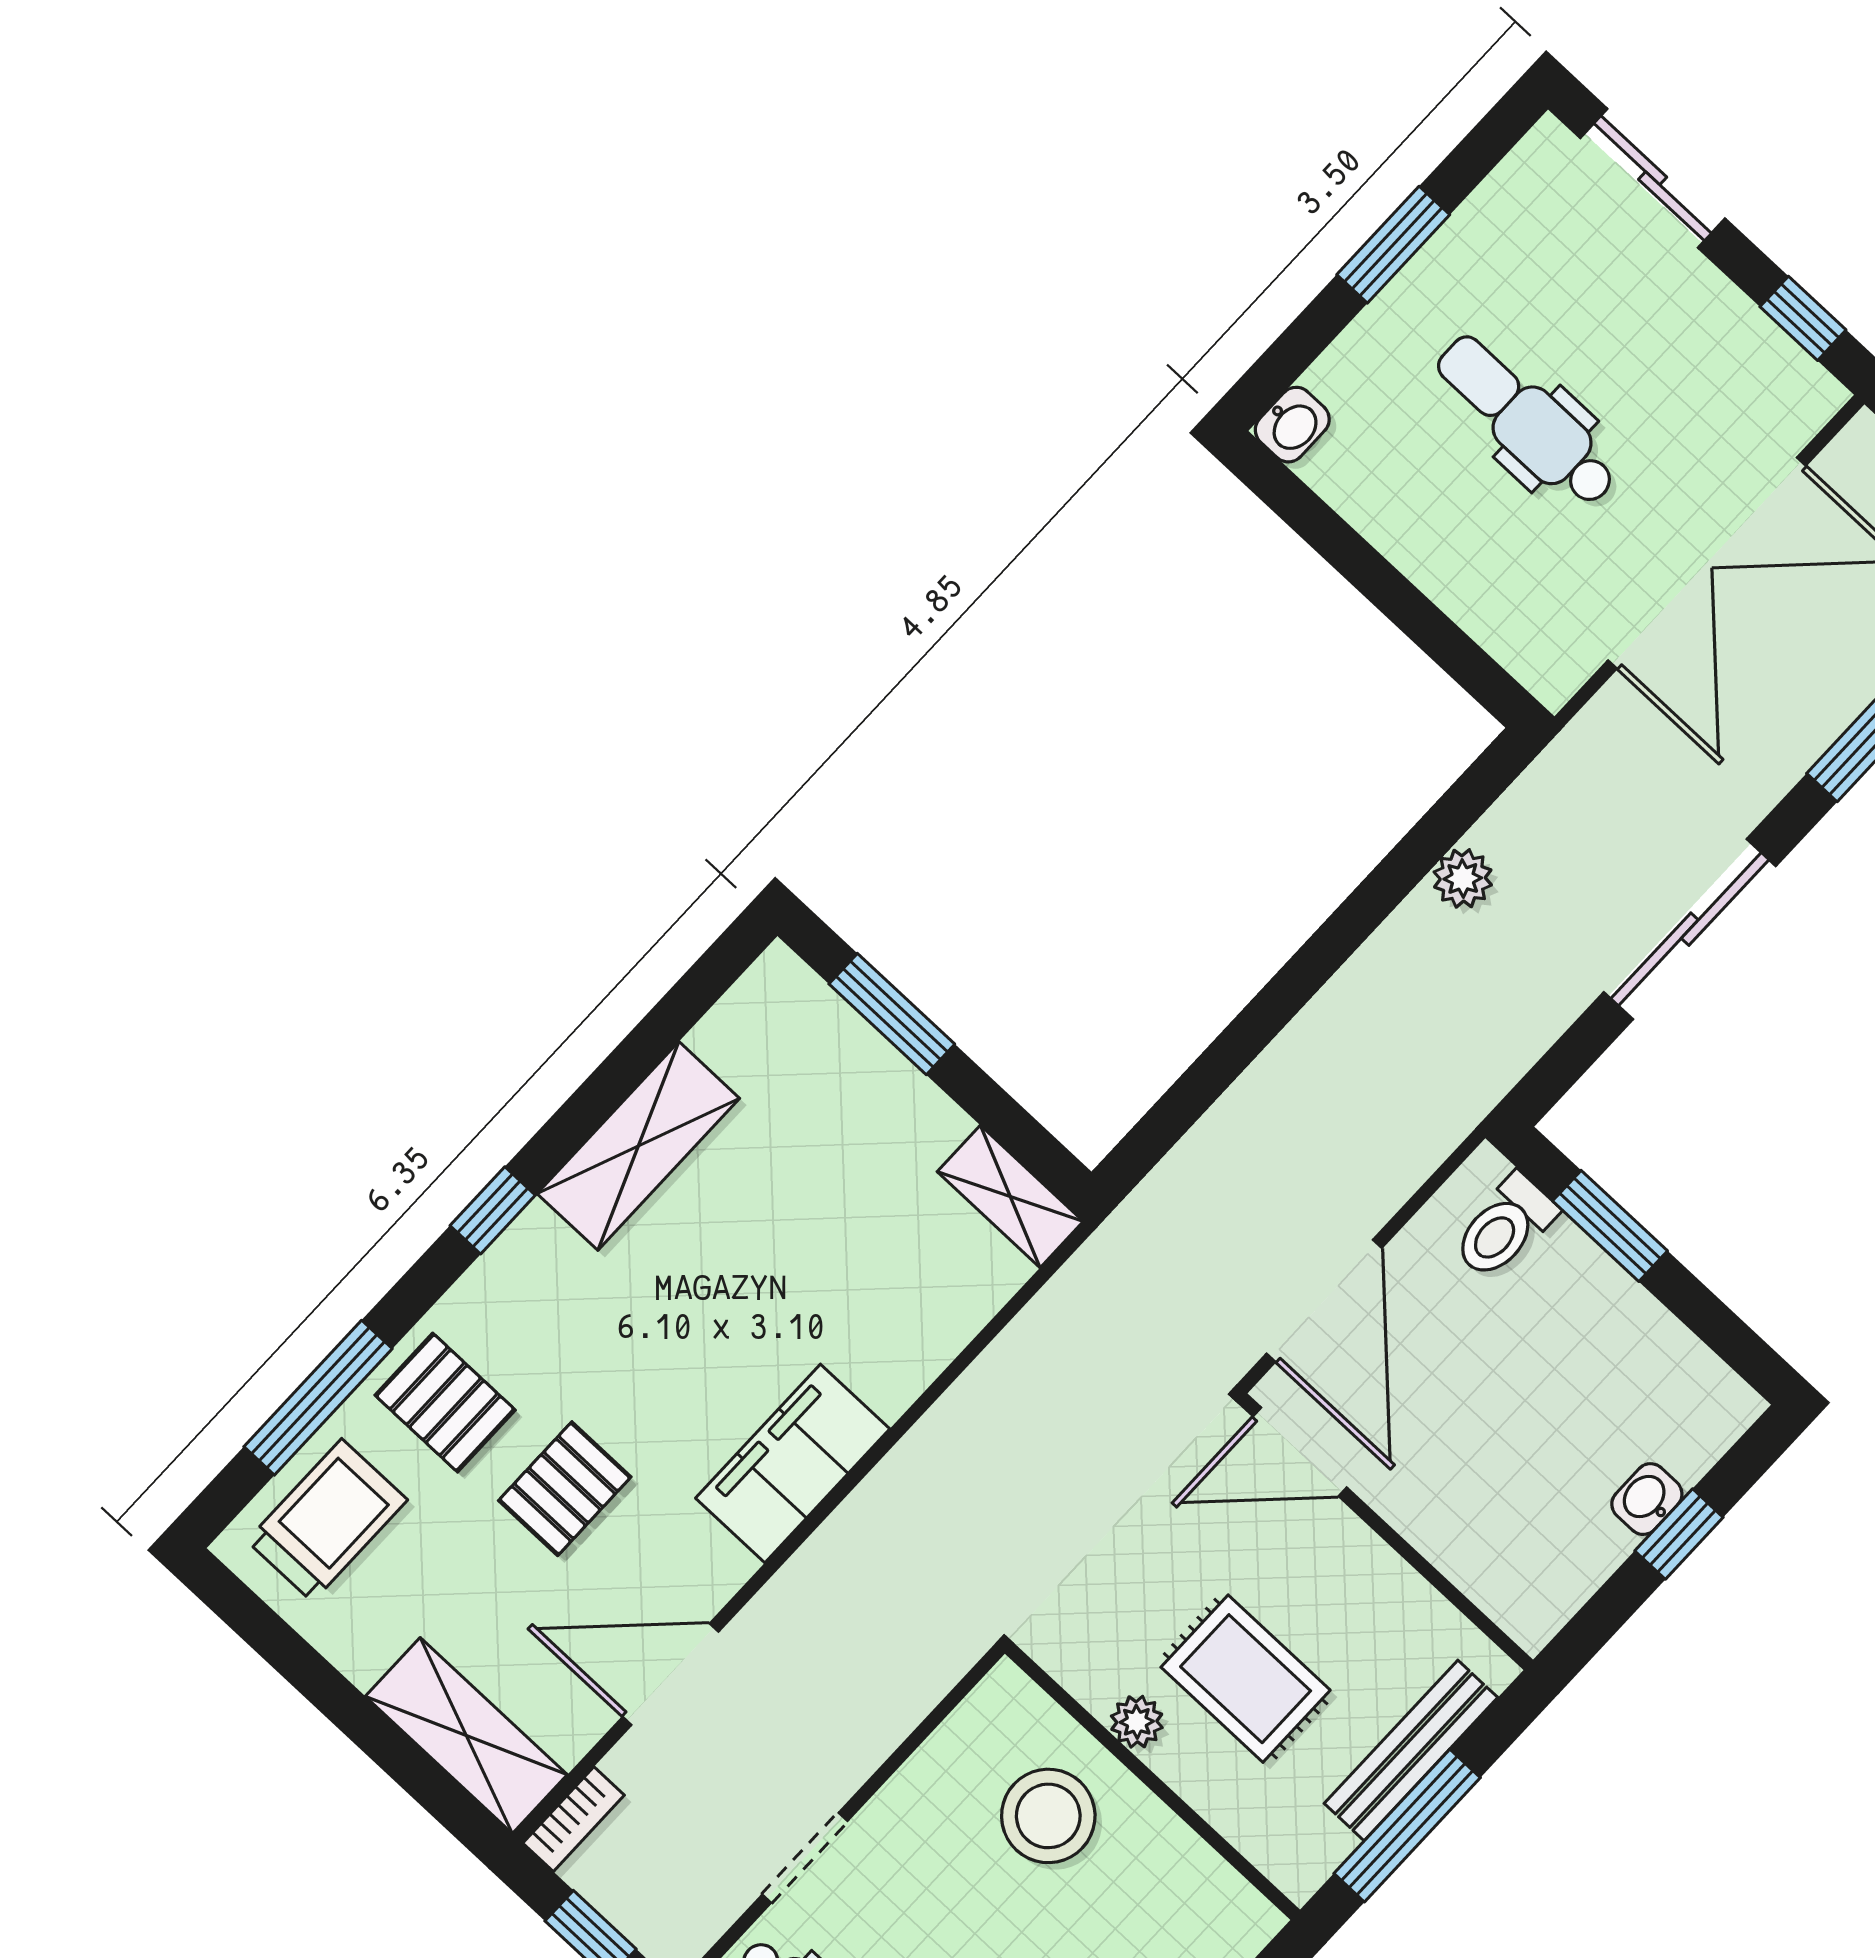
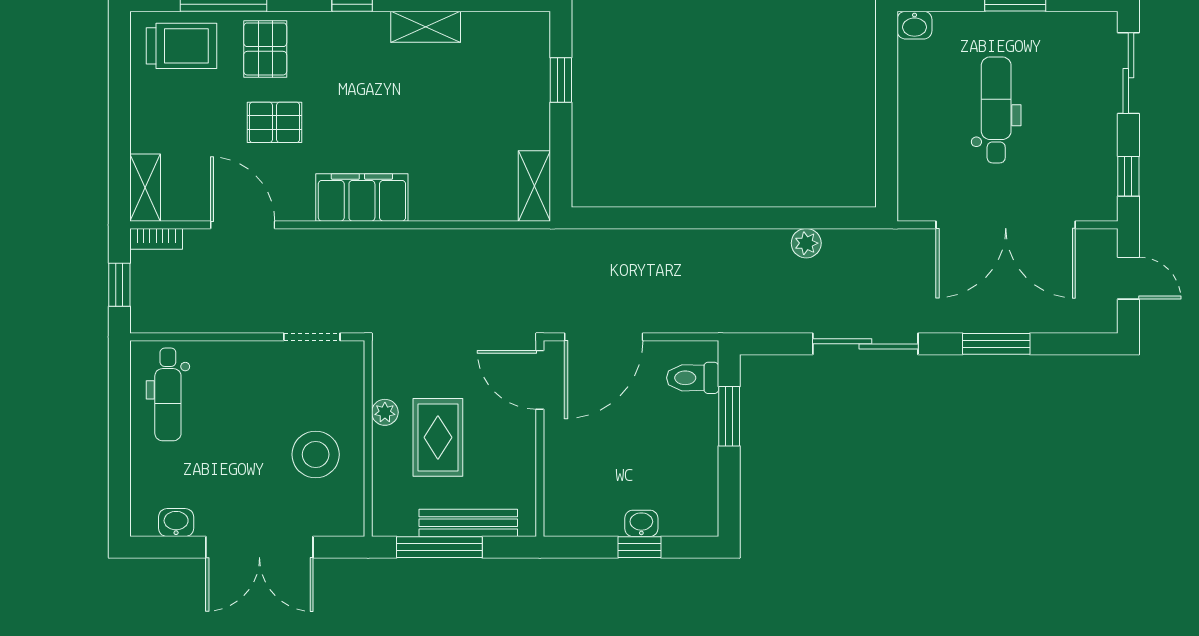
window: (892, 1014) -> (561, 80), width x0.67
shelving: (638, 1146) -> (426, 27), width x0.67, depth x0.75
shelving: (466, 1736) -> (145, 188), width x0.67, depth x0.75
stool: (1048, 1816) -> (316, 454), moved
doorway: (805, 1858) -> (312, 337), moved

